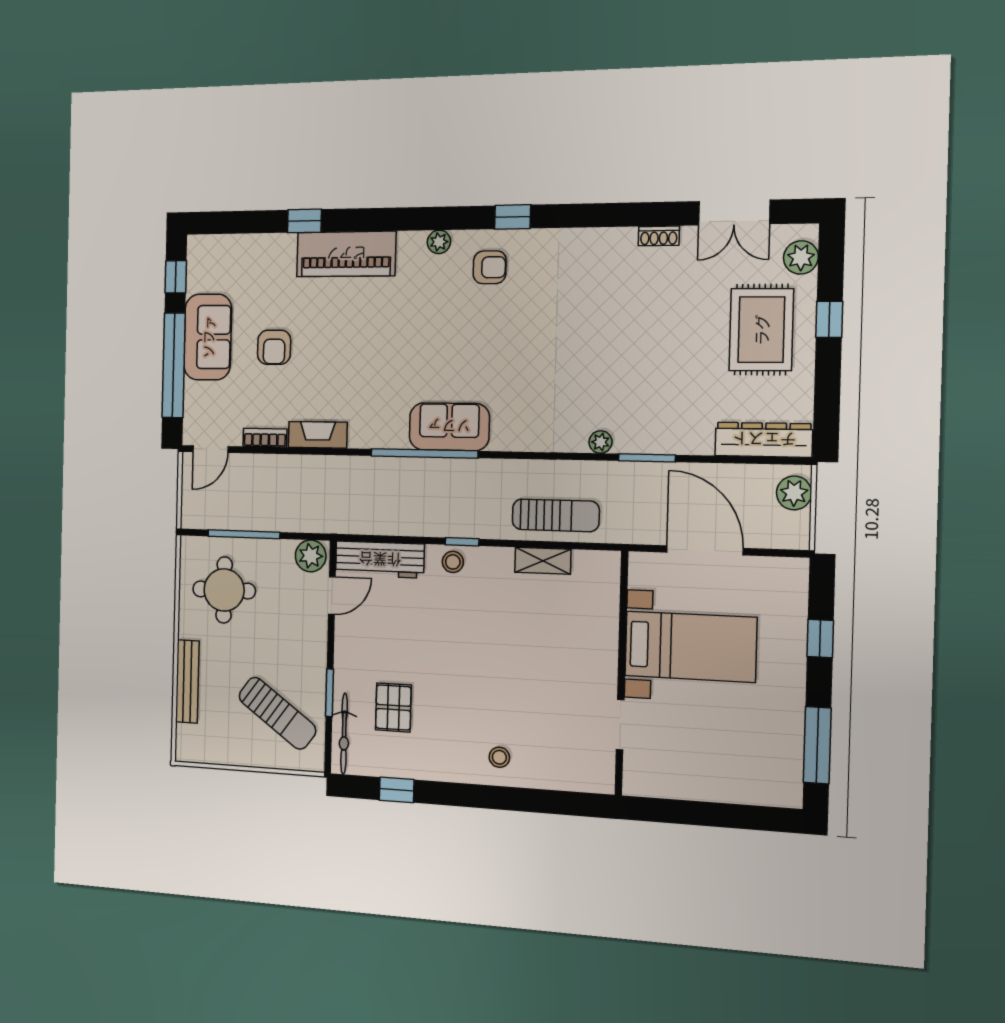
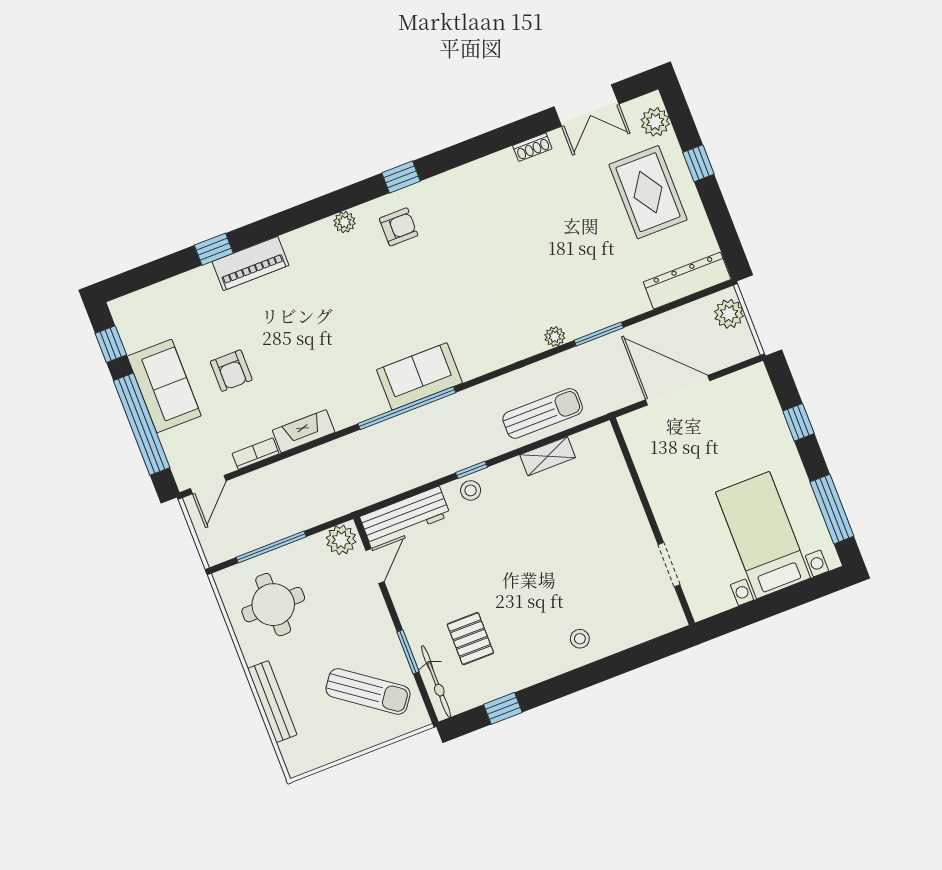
piano: (346, 254) -> (251, 263), width x0.73, depth x0.75
bed with nightstands: (690, 647) -> (763, 535), moved, turned -90

